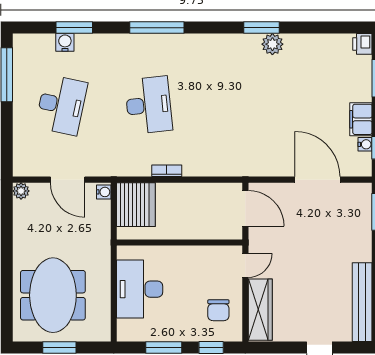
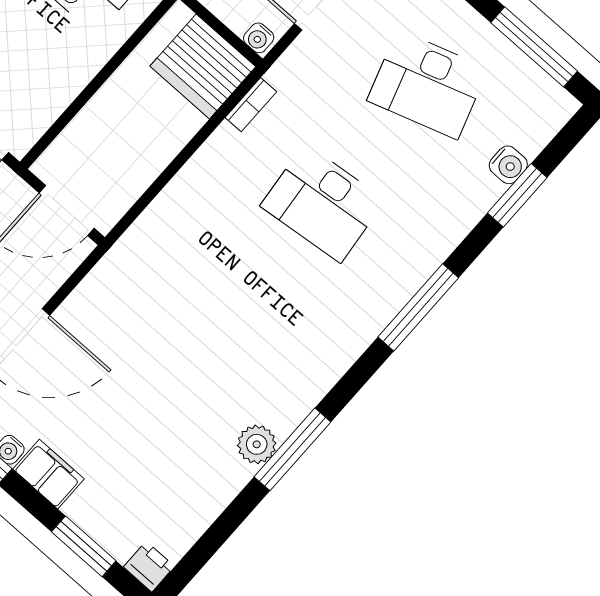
window: (261, 28) -> (292, 449), width x1.44
desk: (61, 105) -> (428, 85), turned -30
bookcase: (167, 171) -> (251, 105), moved

